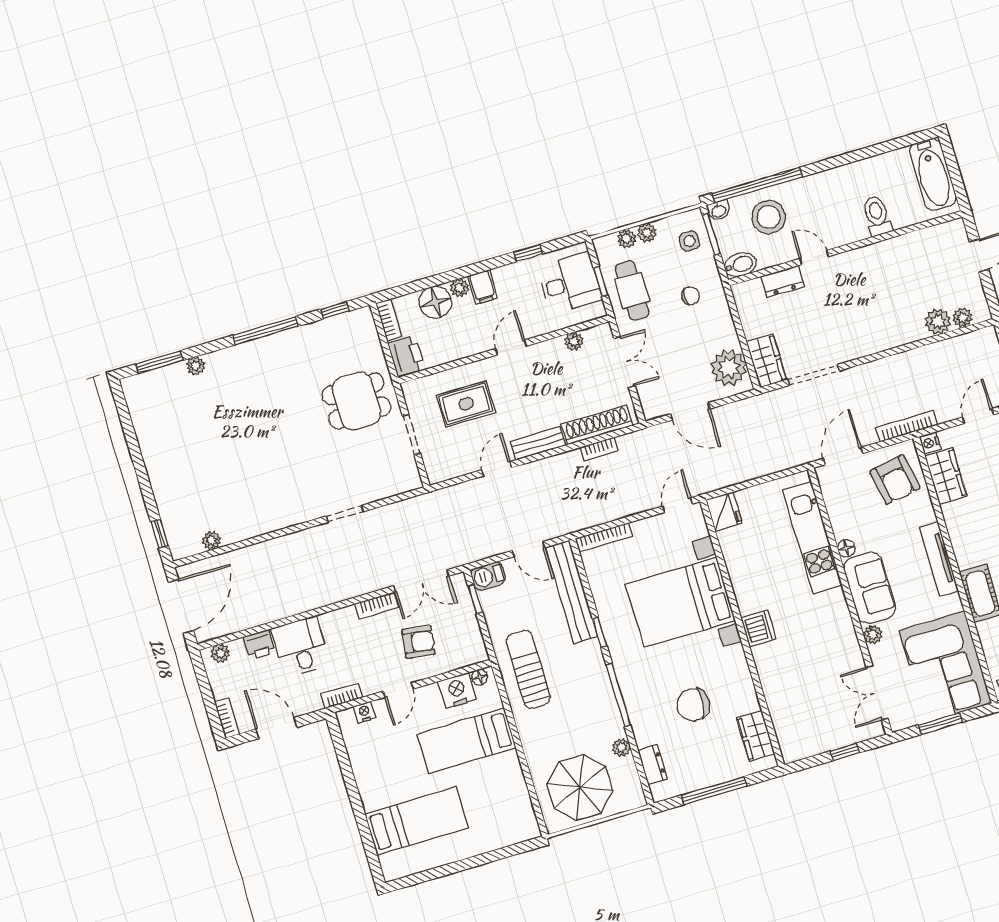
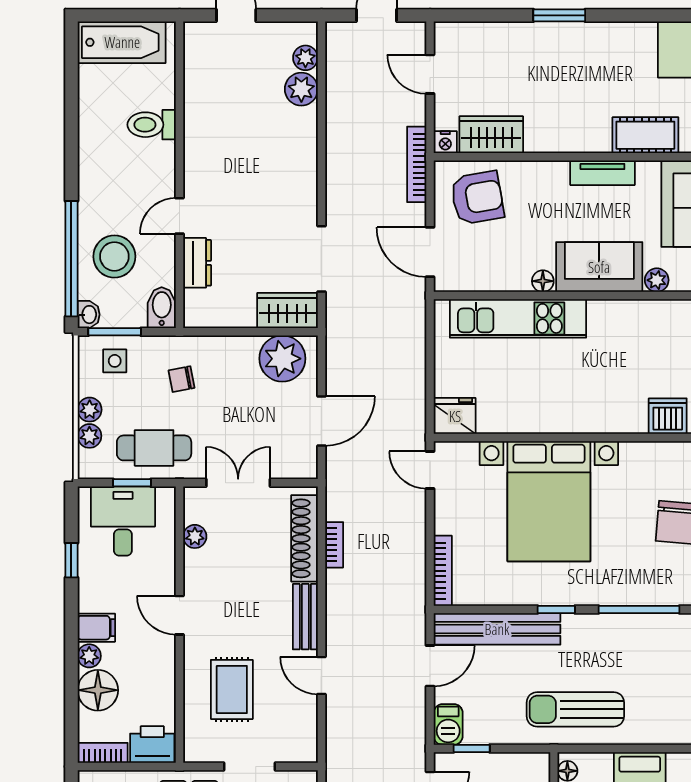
chair: (690, 296) -> (181, 379), turned -101
tv unit: (939, 559) -> (602, 173), width x0.71
dishwasher: (759, 629) -> (668, 416), moved

